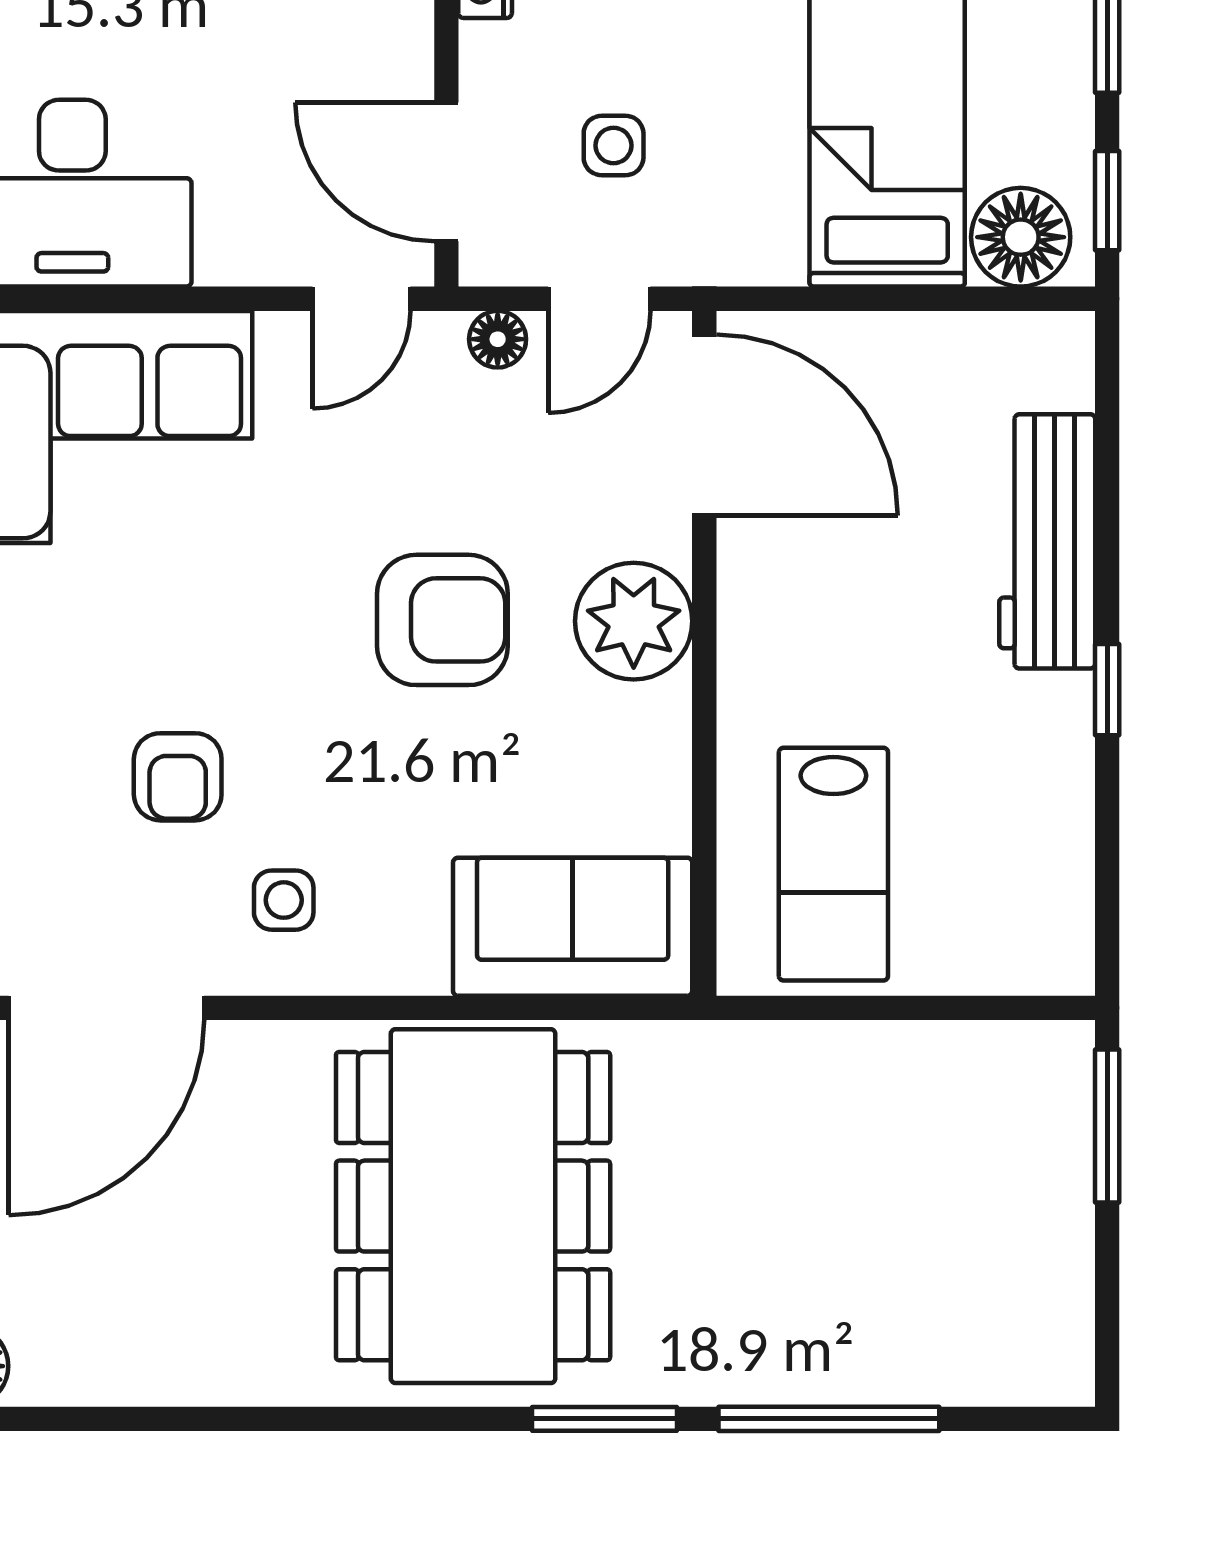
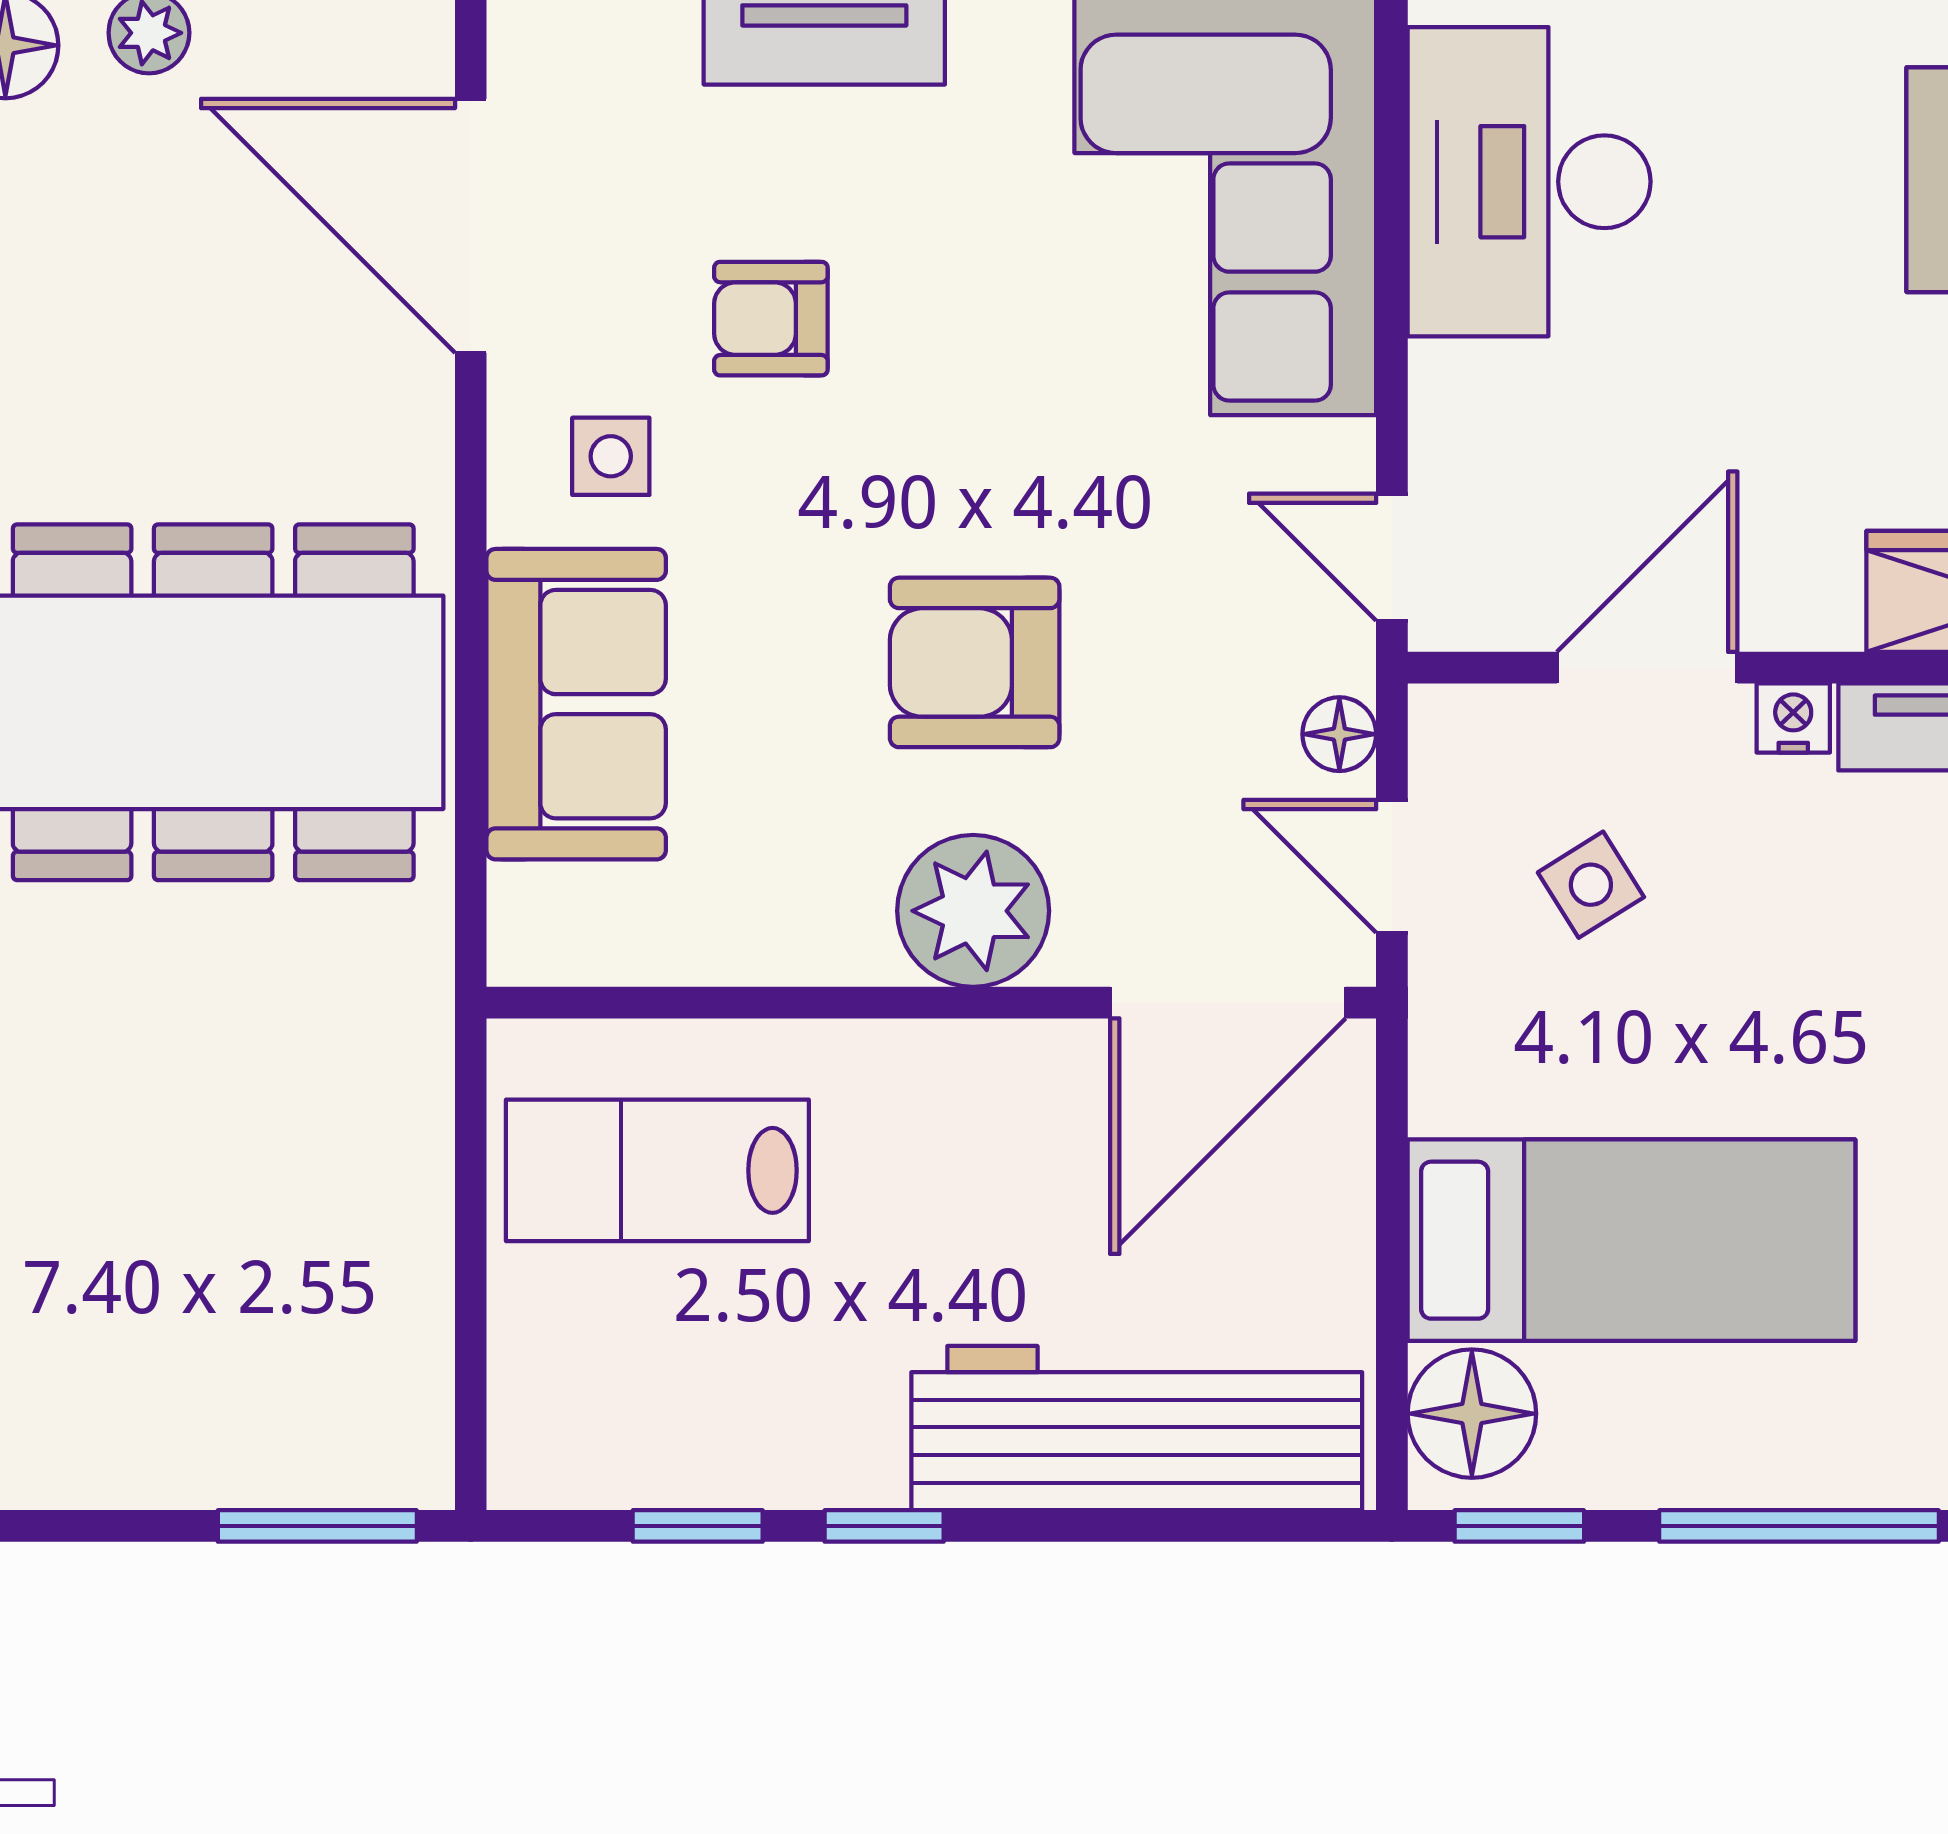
side table: (614, 146) -> (1591, 885), turned -32
door: (446, 172) -> (1647, 668), moved
workbench: (1047, 541) -> (1137, 1428), width x1.36, depth x1.32
armchair: (442, 620) -> (975, 662), turned 90
window: (1107, 833) -> (698, 1526), added
sofa: (573, 927) -> (576, 704), moved

